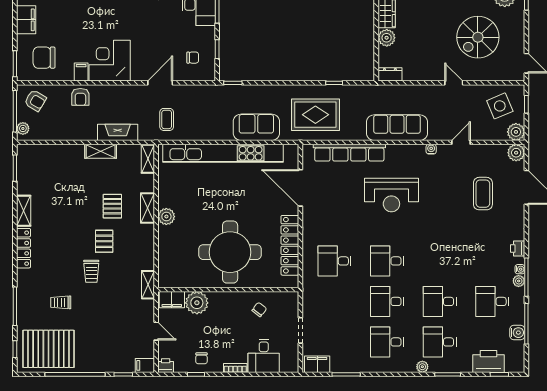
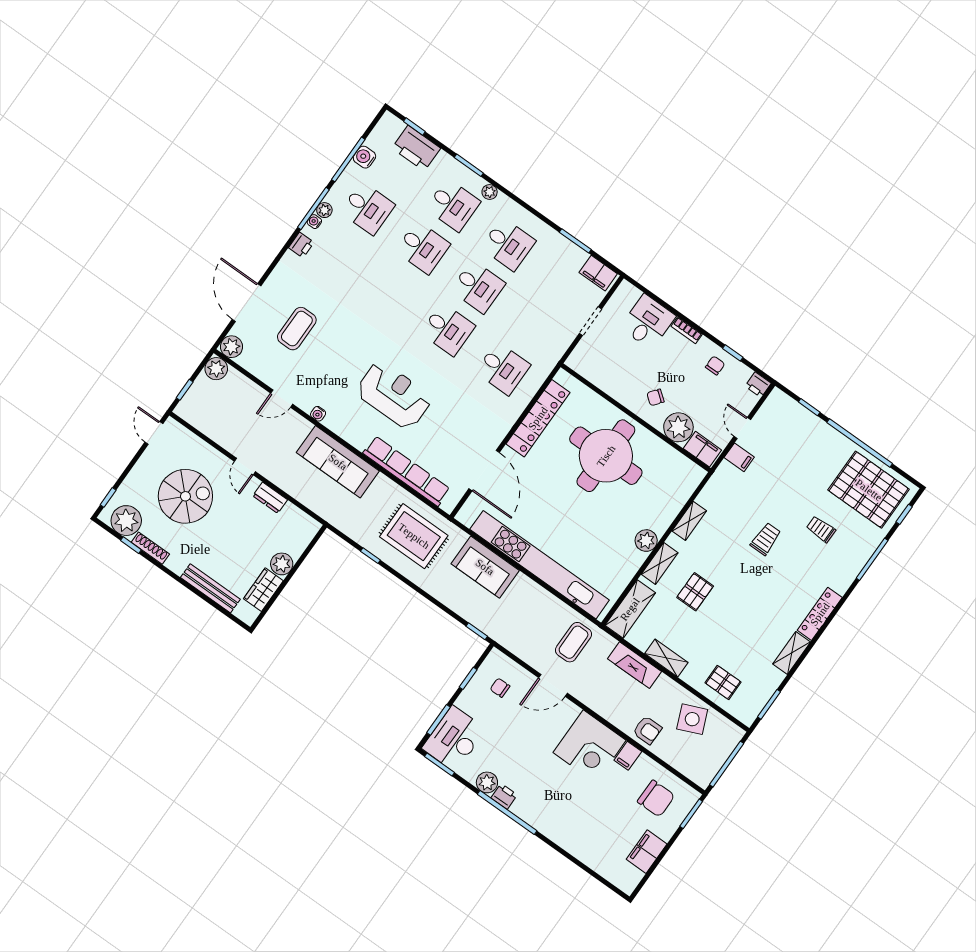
dresser: (390, 74) -> (270, 498), moved
armchair: (80, 97) -> (647, 730), turned 90
armchair: (35, 101) -> (697, 760), removed
side table: (500, 106) -> (692, 719), moved
coffee table: (167, 119) -> (574, 642), width x1.36, depth x1.30
plant: (23, 128) -> (731, 740), removed
shelving: (148, 159) -> (630, 609), width x1.50, depth x1.33
pallet: (104, 241) -> (723, 682), moved, turned 90
shelving: (148, 285) -> (689, 521), moved
trolley: (61, 302) -> (821, 529), turned 180
chair: (259, 310) -> (655, 397), moved
filing cabinet: (145, 365) -> (739, 457), moved

